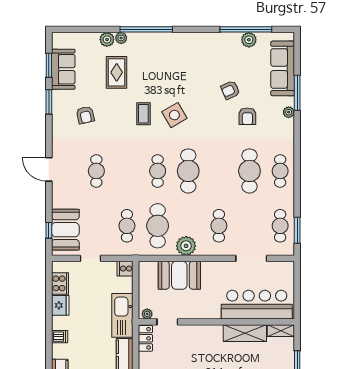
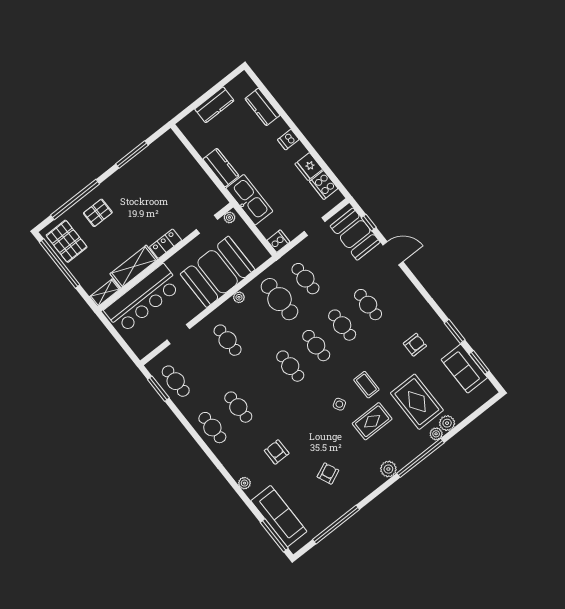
plant: (249, 40) -> (388, 469), moved
rug: (117, 72) -> (417, 402), width x1.36, depth x1.43
rug: (160, 84) -> (372, 421), added
armchair: (230, 90) -> (328, 474), moved
window: (297, 93) -> (274, 535), moved
armchair: (85, 115) -> (415, 345), turned 103
side table: (174, 115) -> (339, 404), width x0.54, depth x0.54
door: (49, 169) -> (393, 253), moved
cafe table: (127, 171) -> (342, 325), added
cafe table: (188, 171) -> (290, 366), width x0.73, depth x0.74
cafe table: (249, 171) -> (238, 407), width x0.73, depth x0.74
plant: (186, 246) -> (239, 297), width x0.53, depth x0.53
doorway: (251, 258) -> (178, 334), width x0.73
booth: (179, 275) -> (218, 272), width x1.36, depth x1.42
locker: (145, 338) -> (166, 244), moved, turned 90

